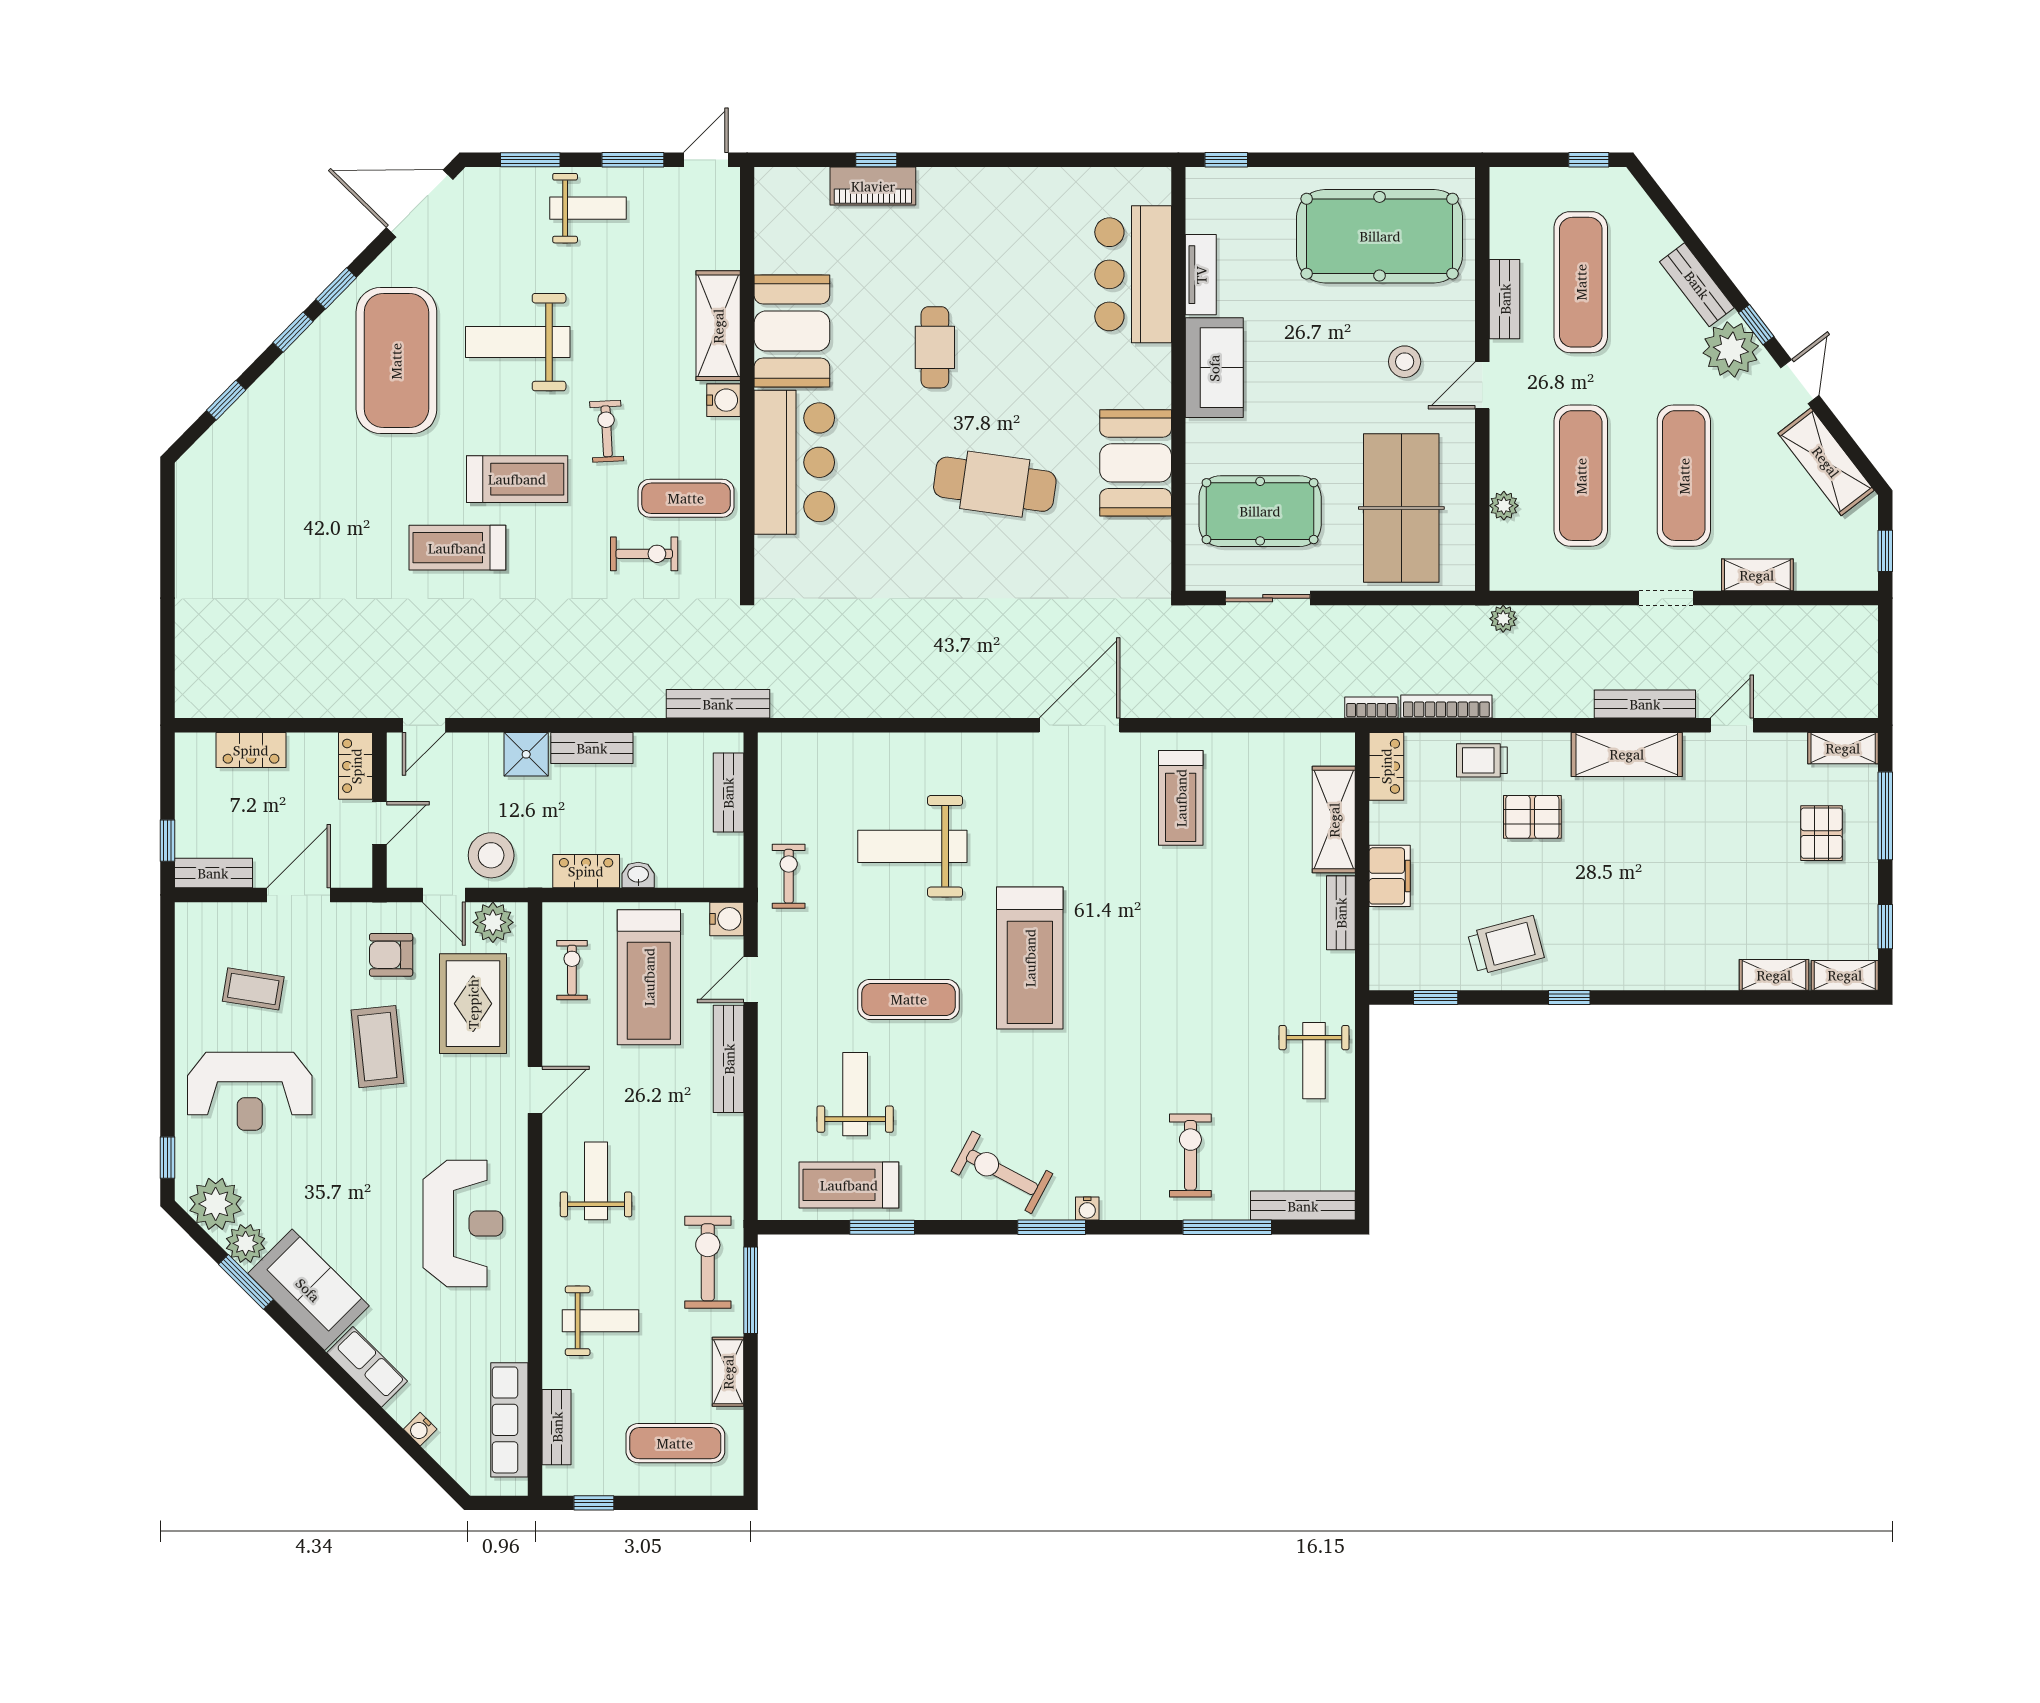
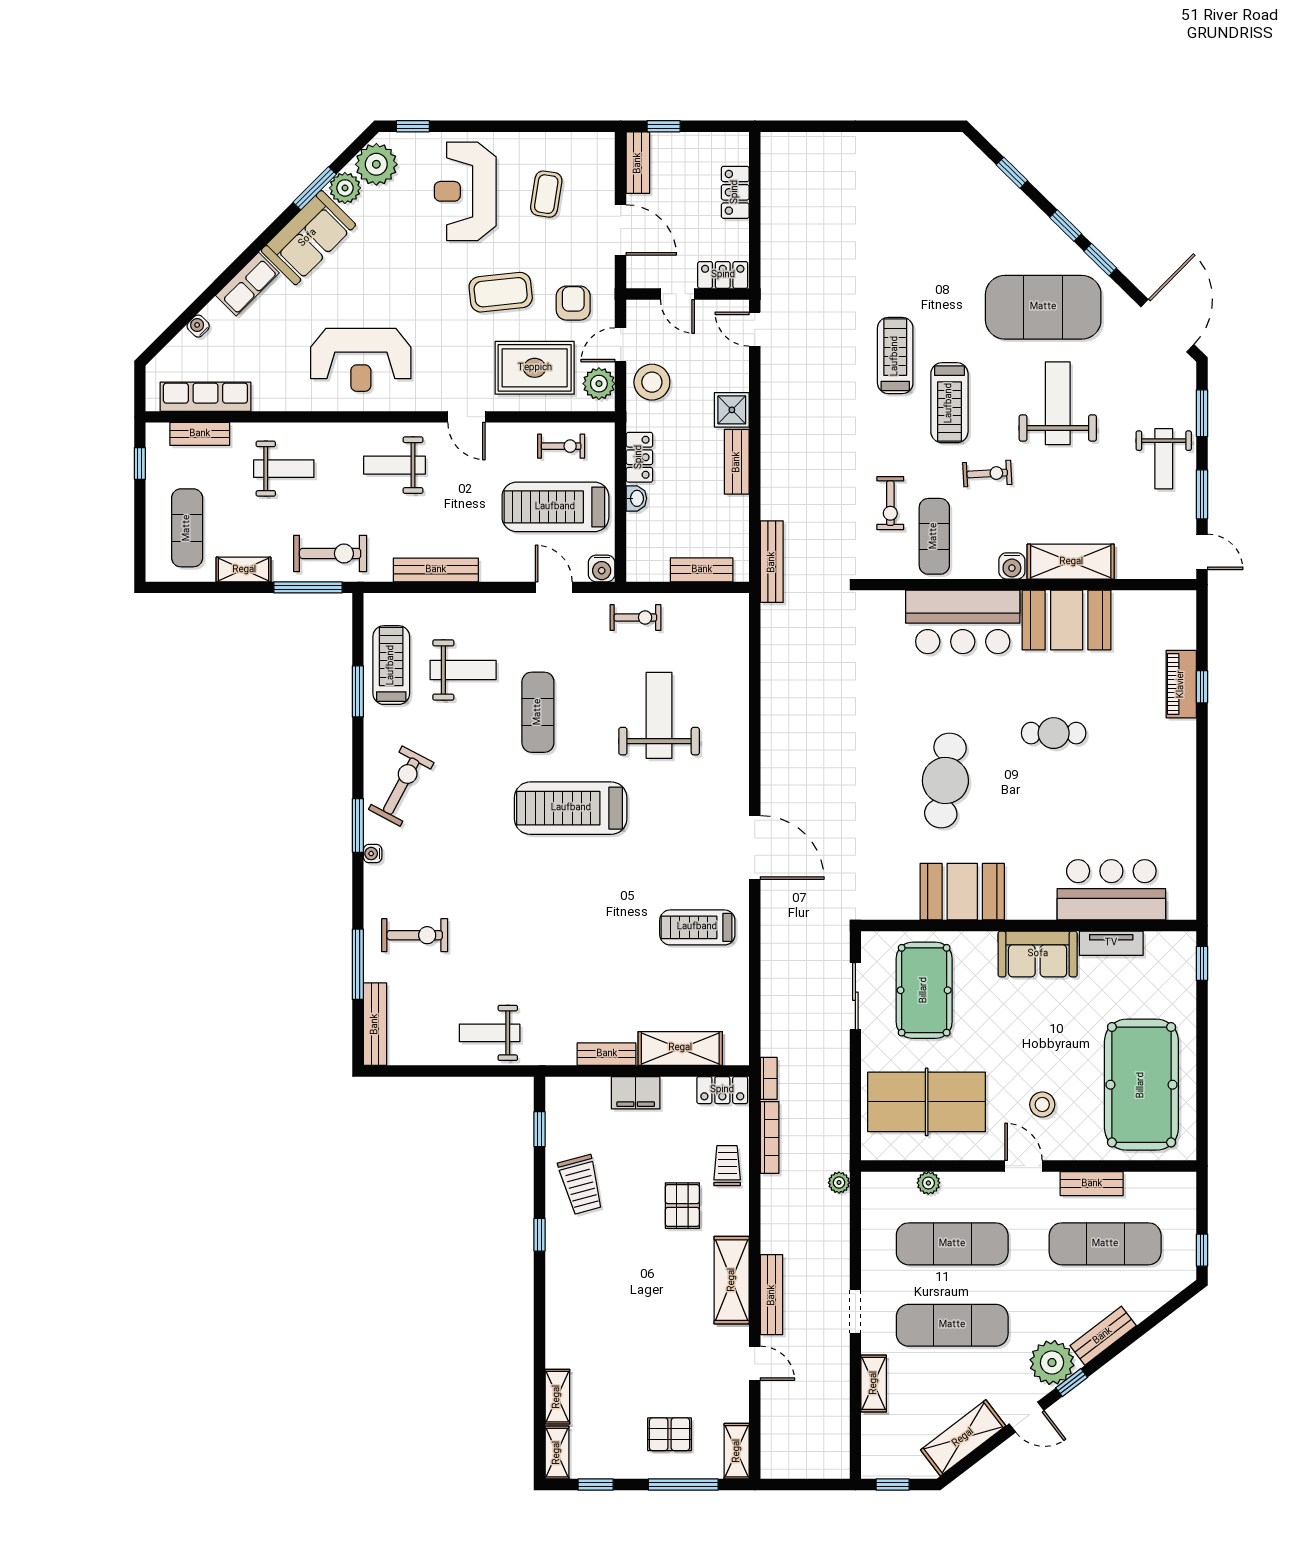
bench: (729, 1059) -> (436, 570), moved
weight bench: (596, 1181) -> (394, 465), turned 180
weight bench: (600, 1321) -> (284, 469), turned -90

